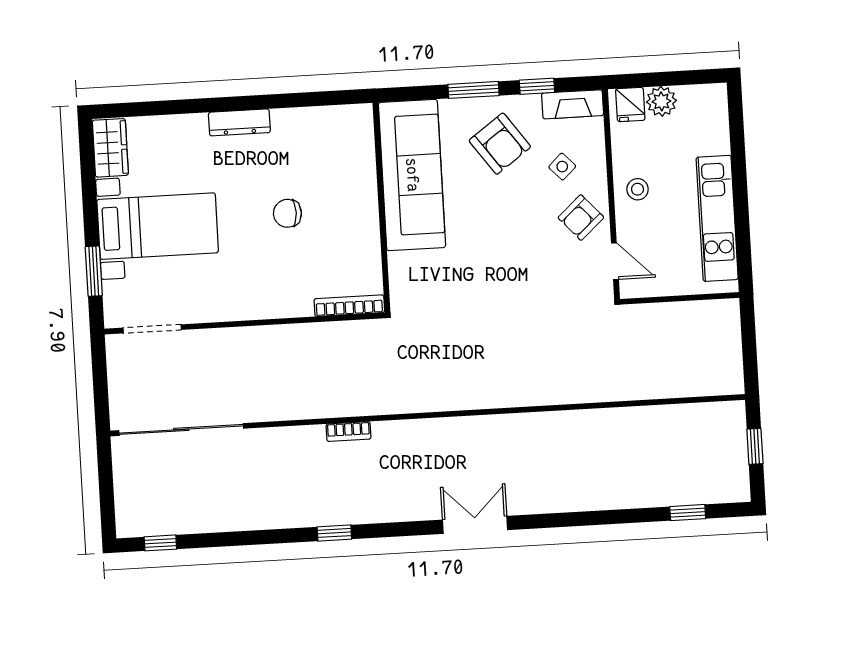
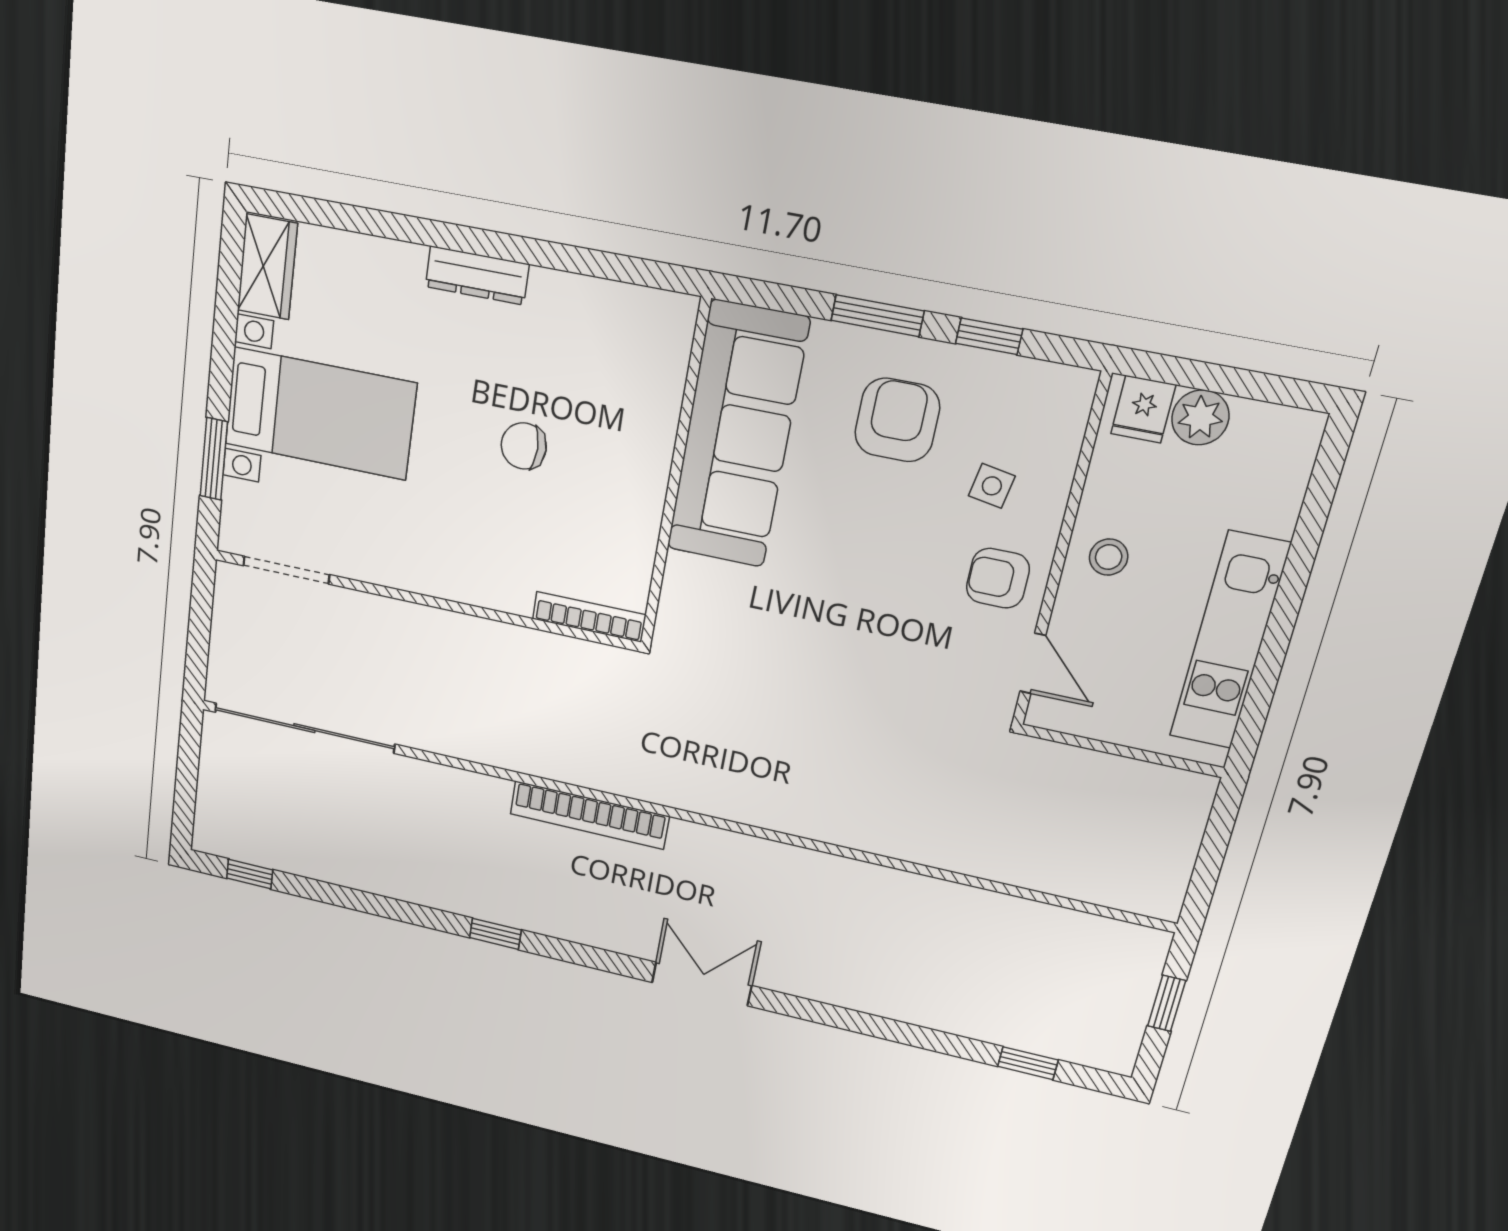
fireplace: (573, 104) -> (1042, 384), removed
armchair: (500, 144) -> (897, 420), turned -144
side table: (562, 167) -> (992, 486), turned -36
armchair: (581, 217) -> (998, 578), turned 42
bookcase: (348, 432) -> (589, 815), width x2.31, depth x1.31

